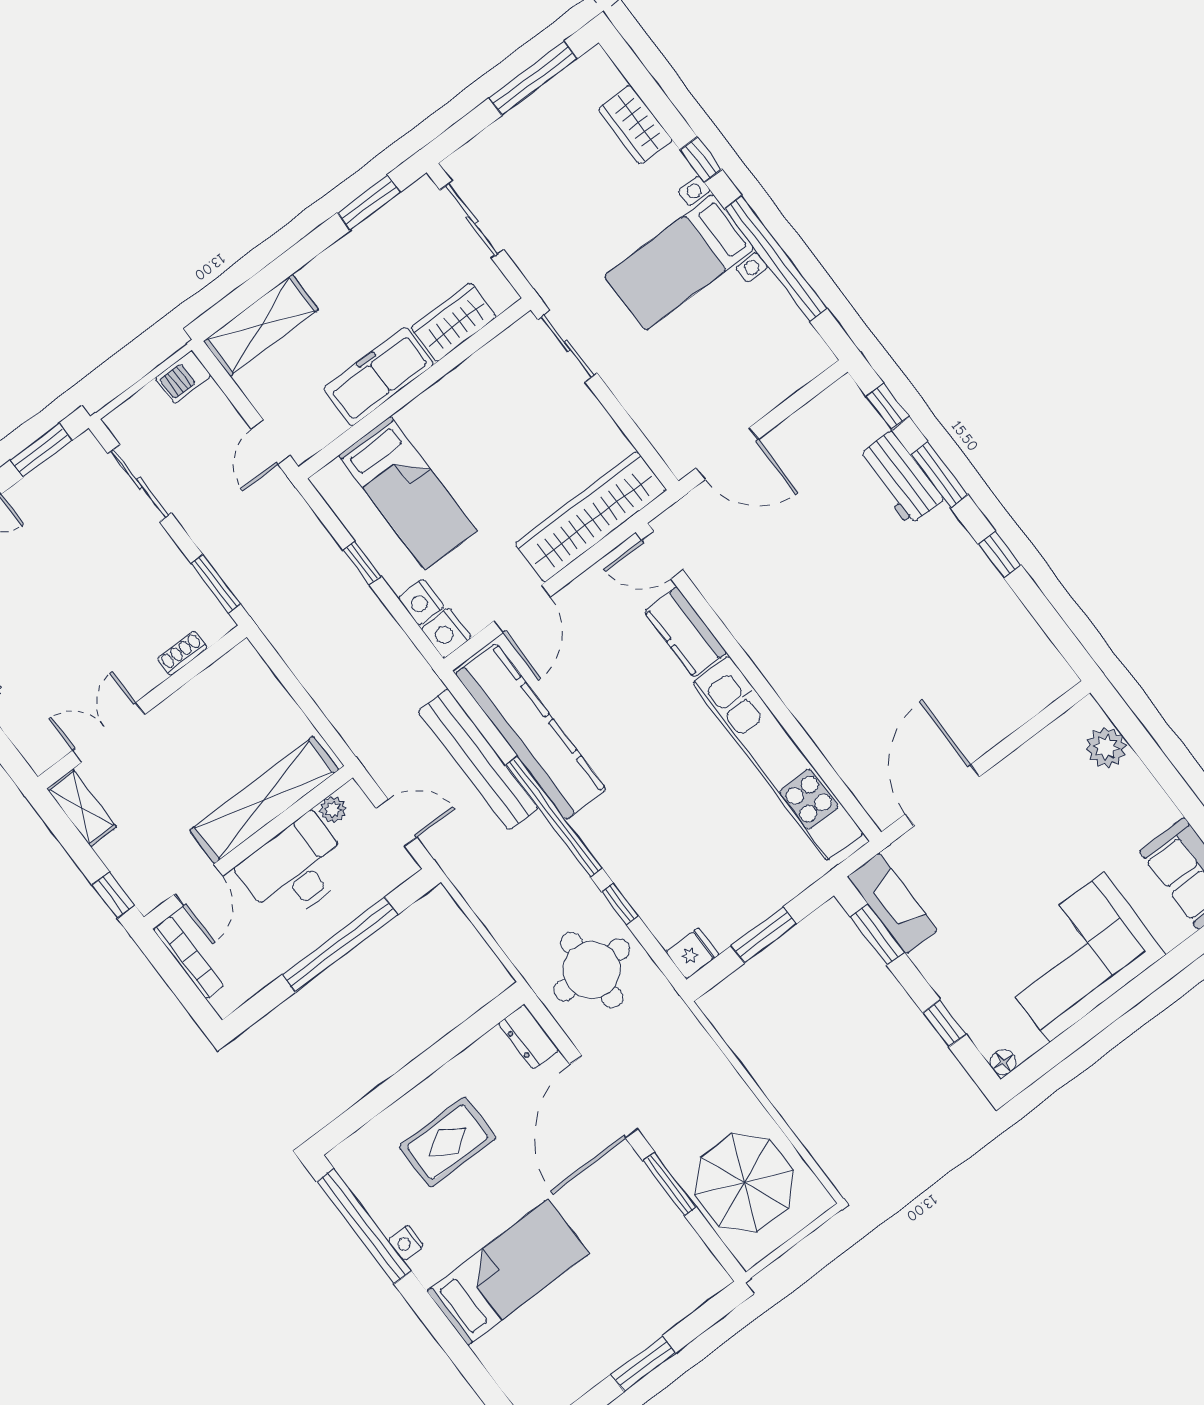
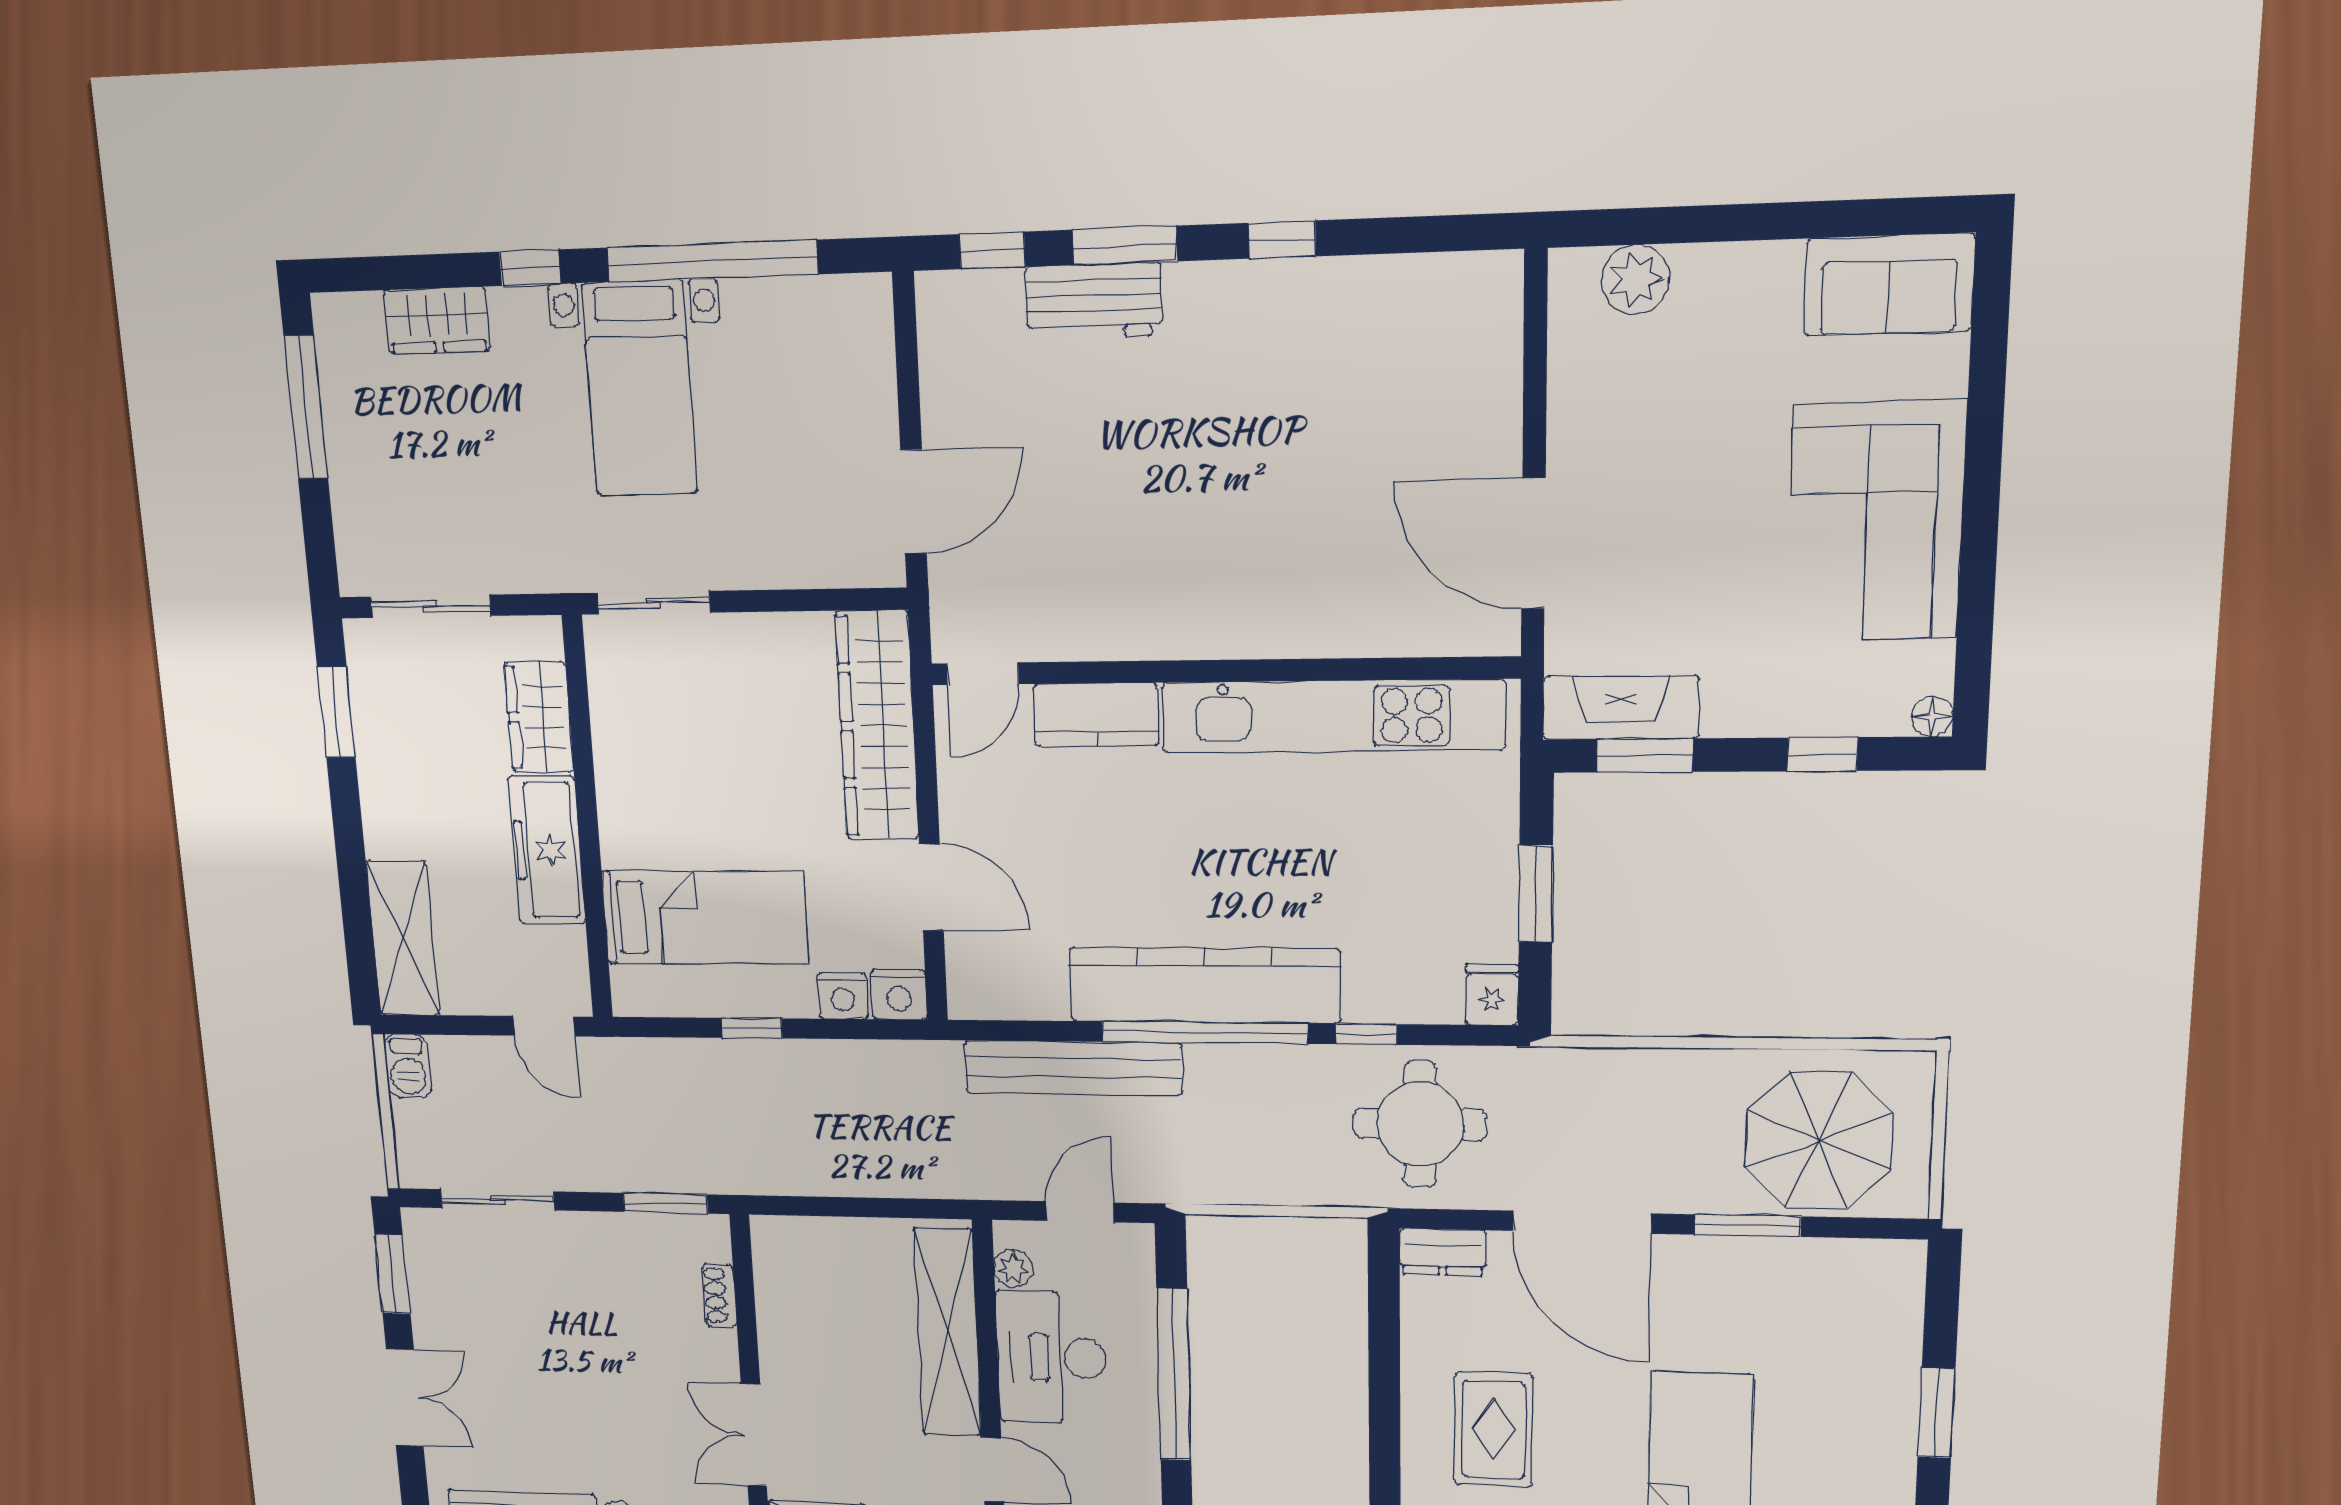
kitchen counter: (531, 732) -> (1204, 985), moved

